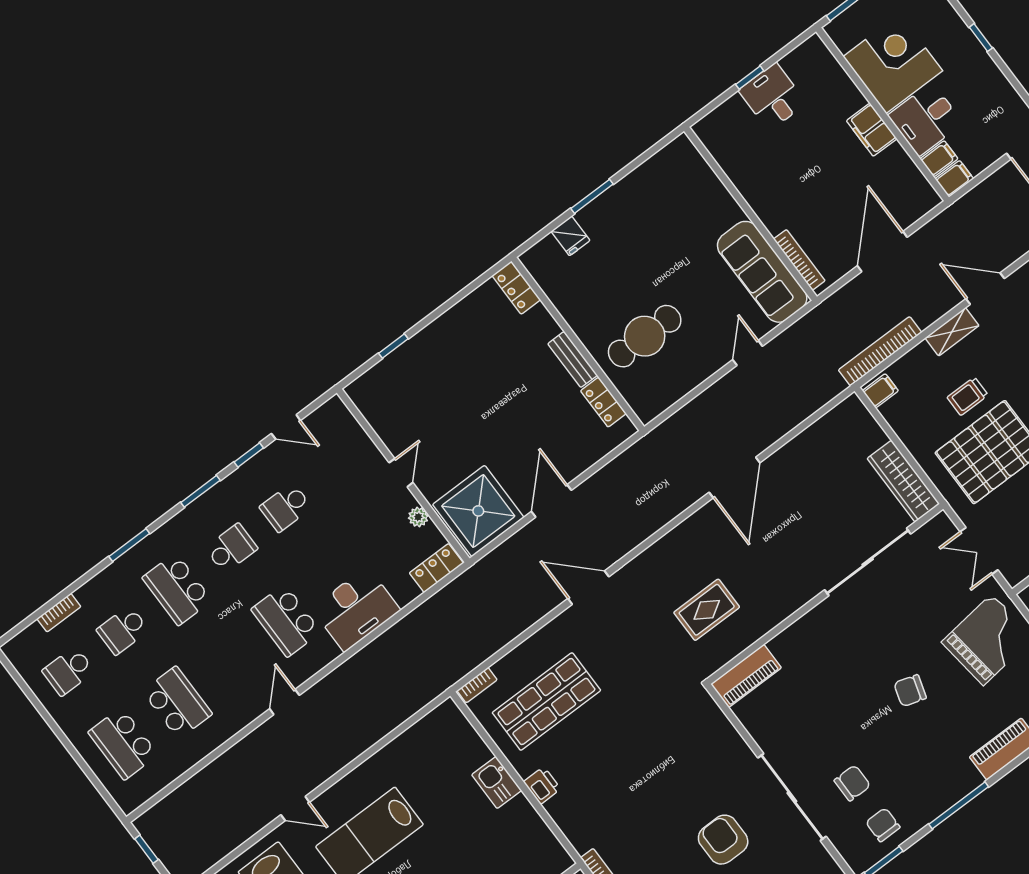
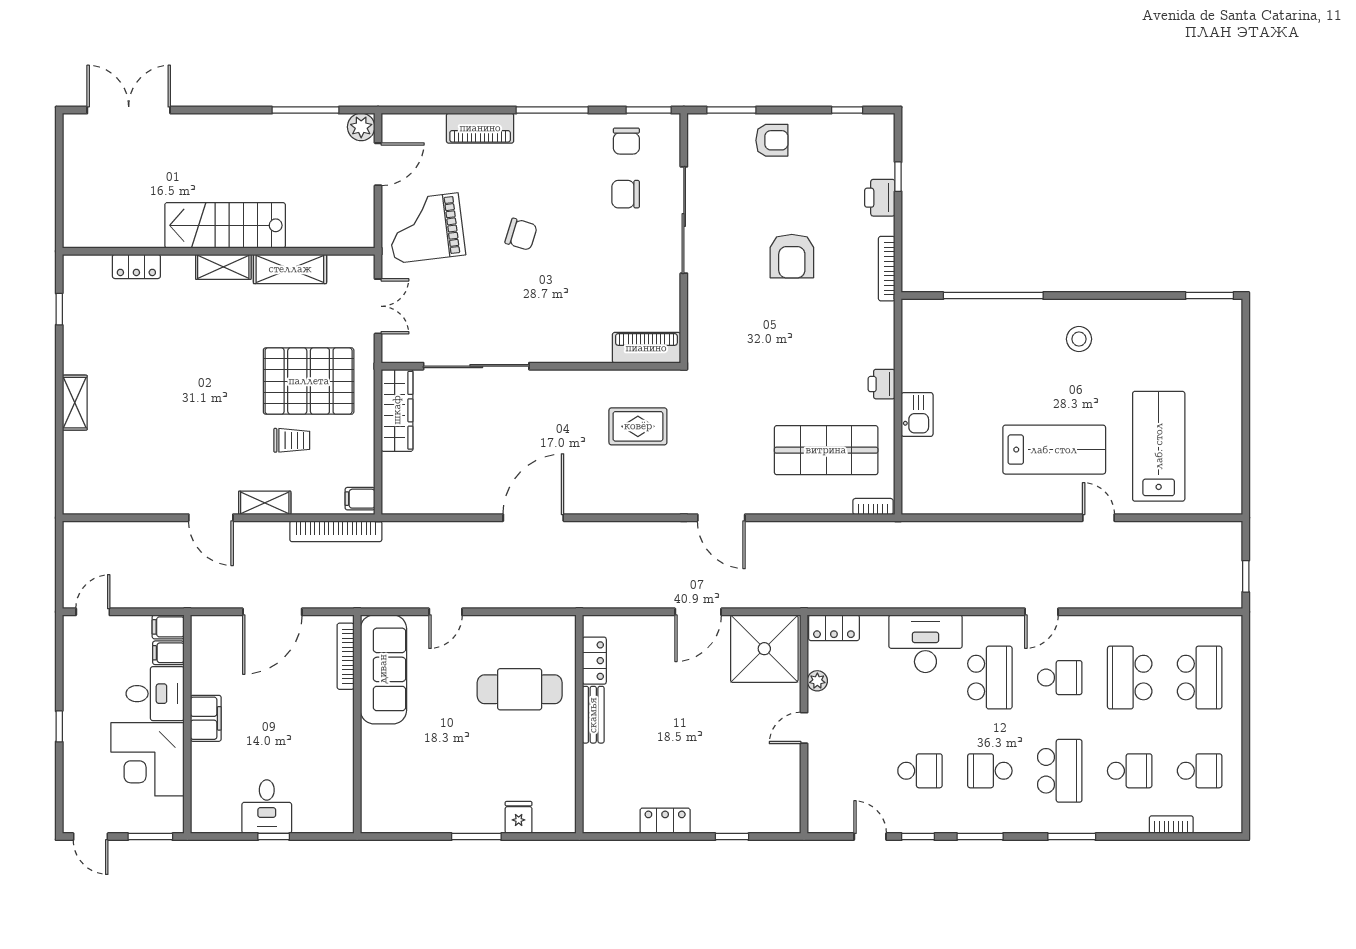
locker: (516, 288) -> (665, 821), moved, turned -90
school desk: (232, 662) -> (1060, 678), added
armchair: (723, 840) -> (792, 256), moved

